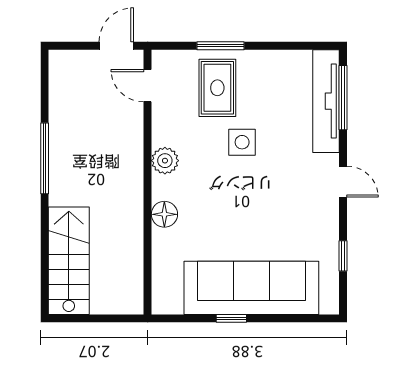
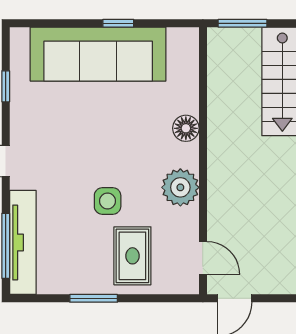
window: (221, 46) -> (94, 298), moved
plant: (165, 161) -> (180, 187), width x1.36, depth x1.36
window: (108, 318) -> (243, 23), added

